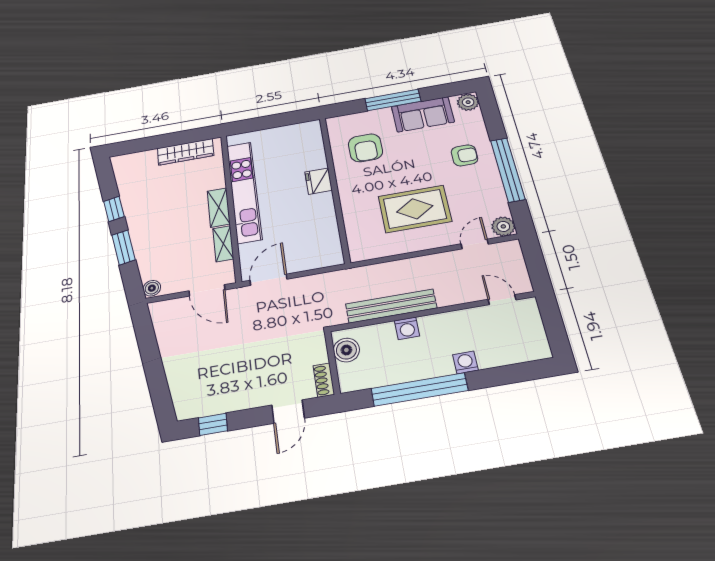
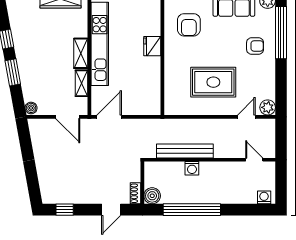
window: (508, 170) -> (281, 33), moved
boiler: (346, 350) -> (152, 196), moved
washing machine: (465, 362) -> (264, 197), moved

